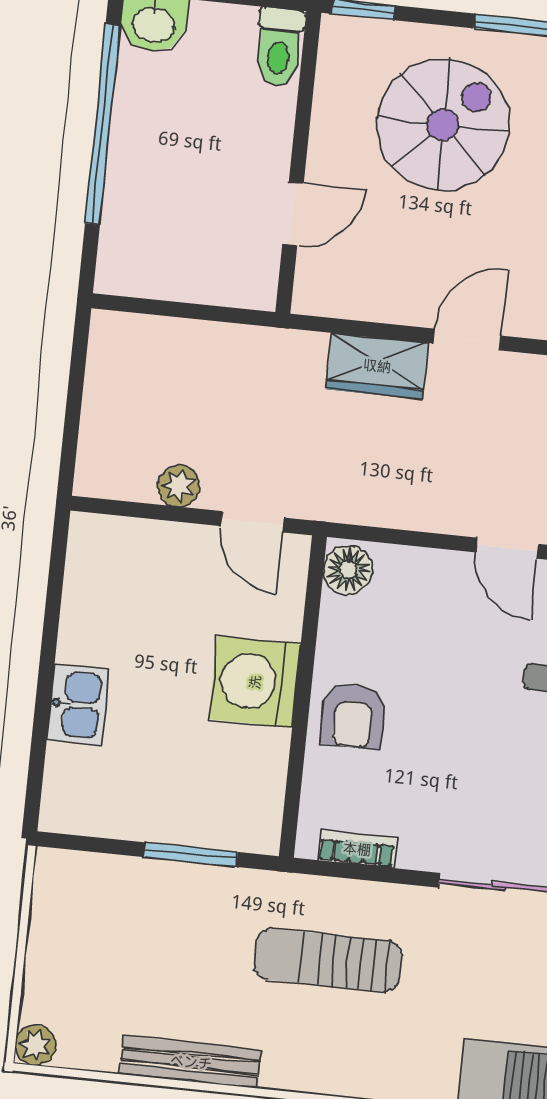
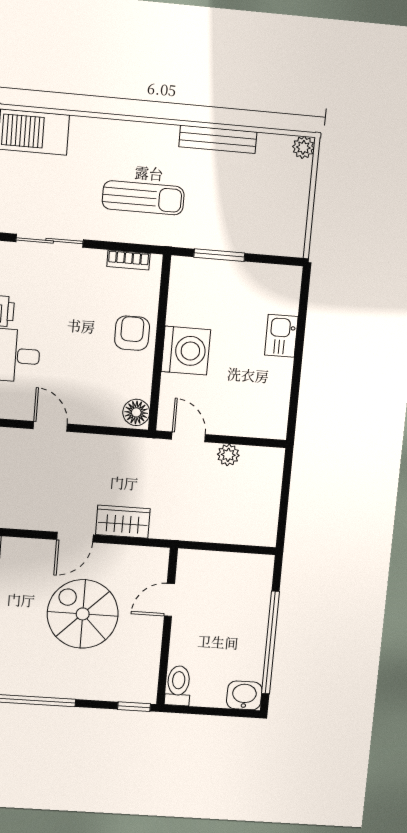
spiral stairs: (443, 125) -> (83, 614), moved, turned 90

